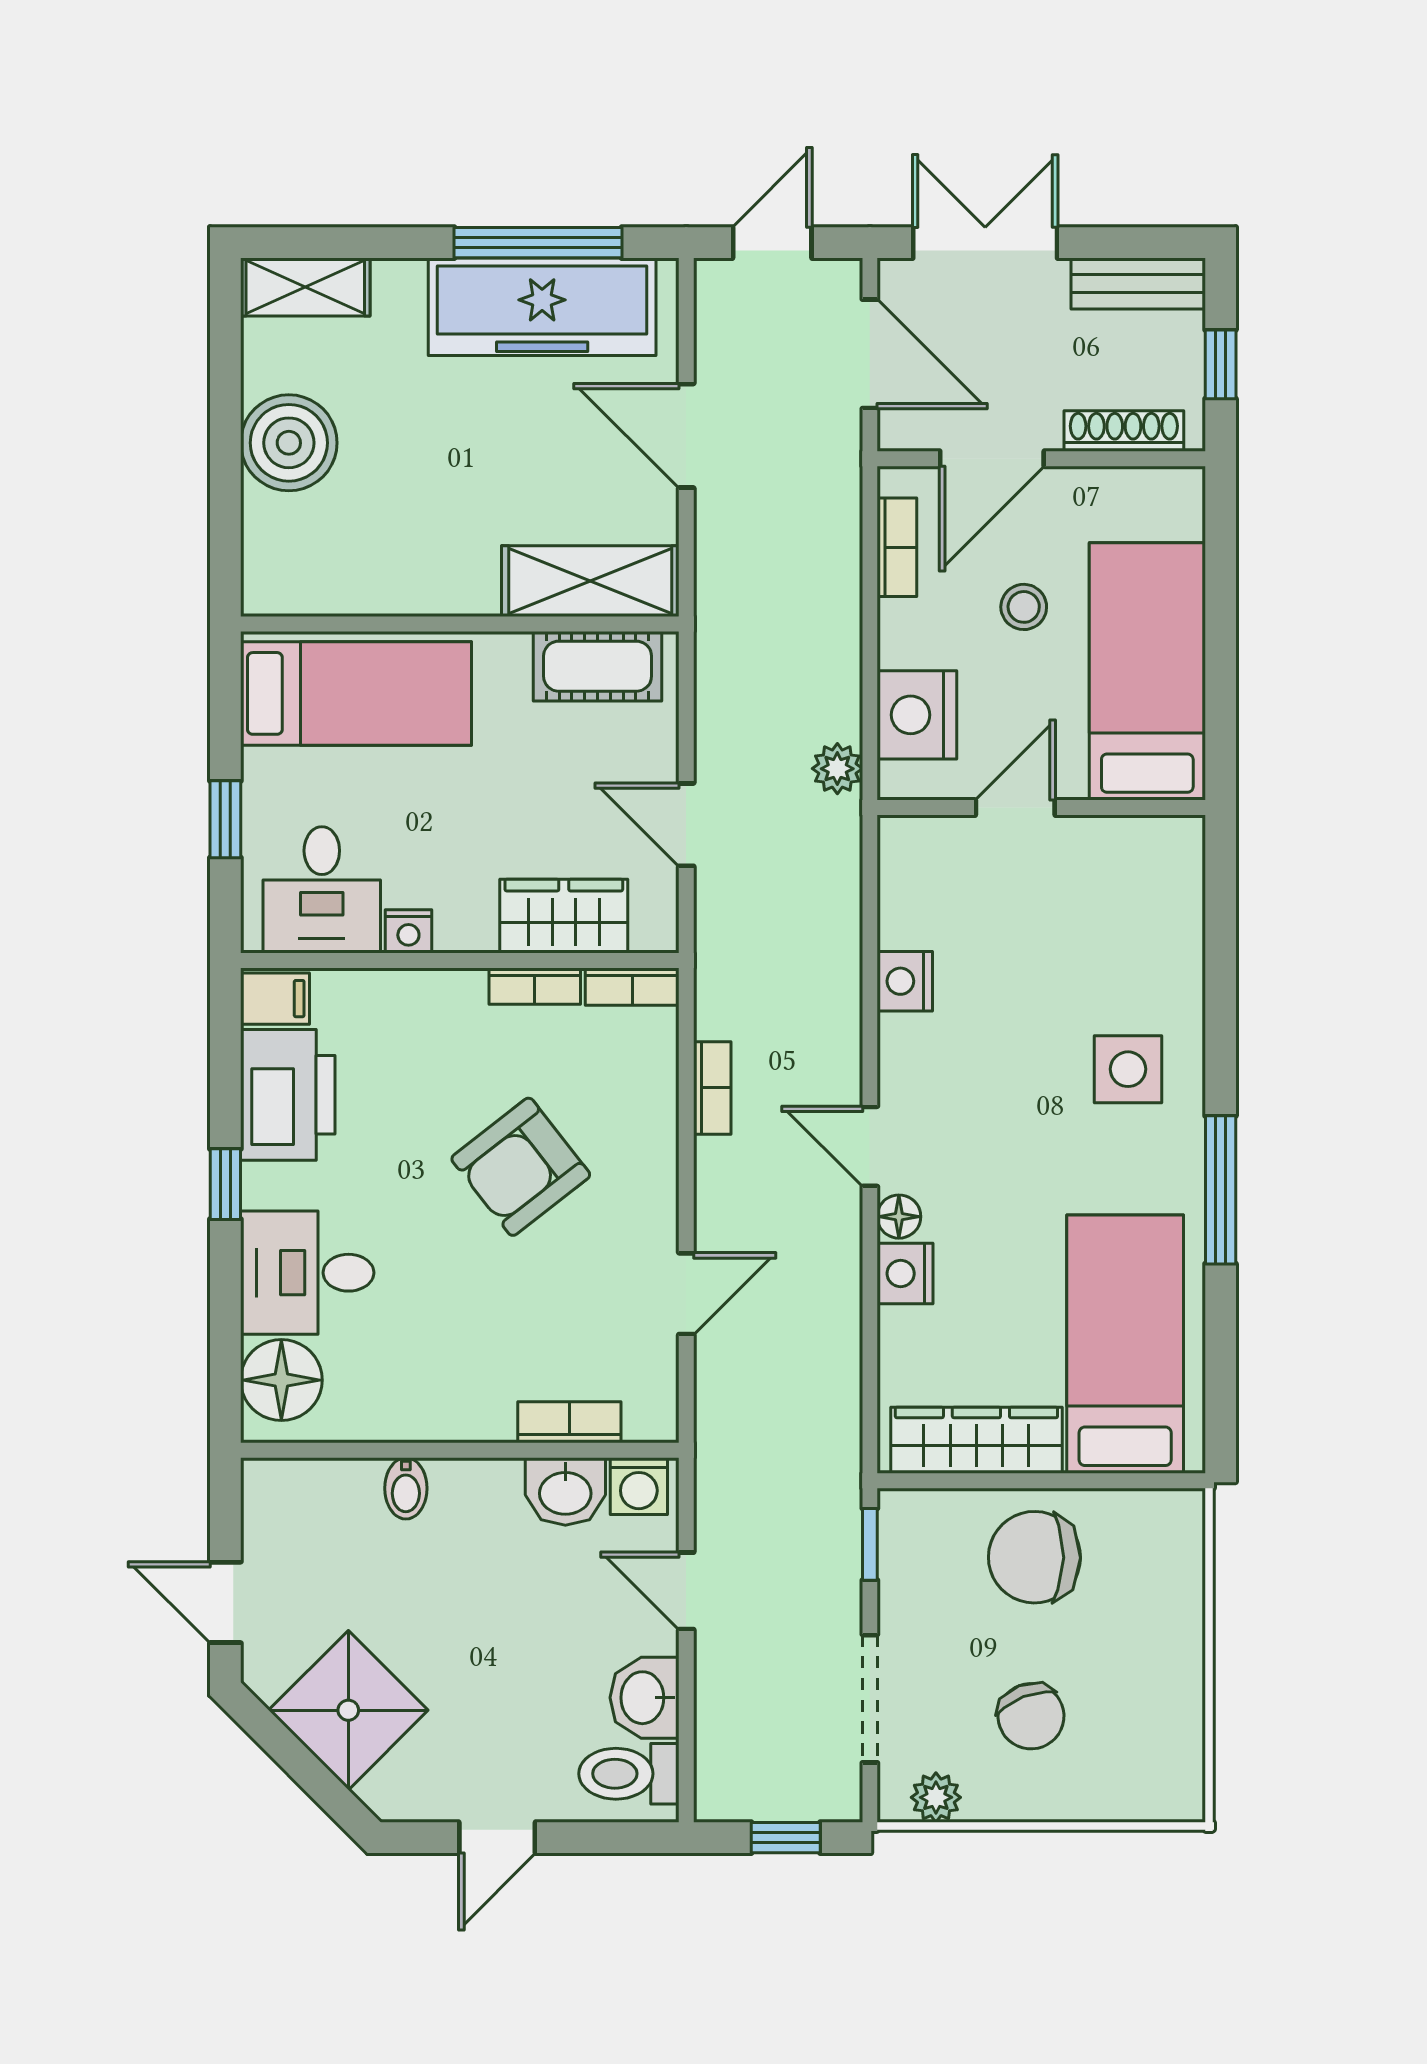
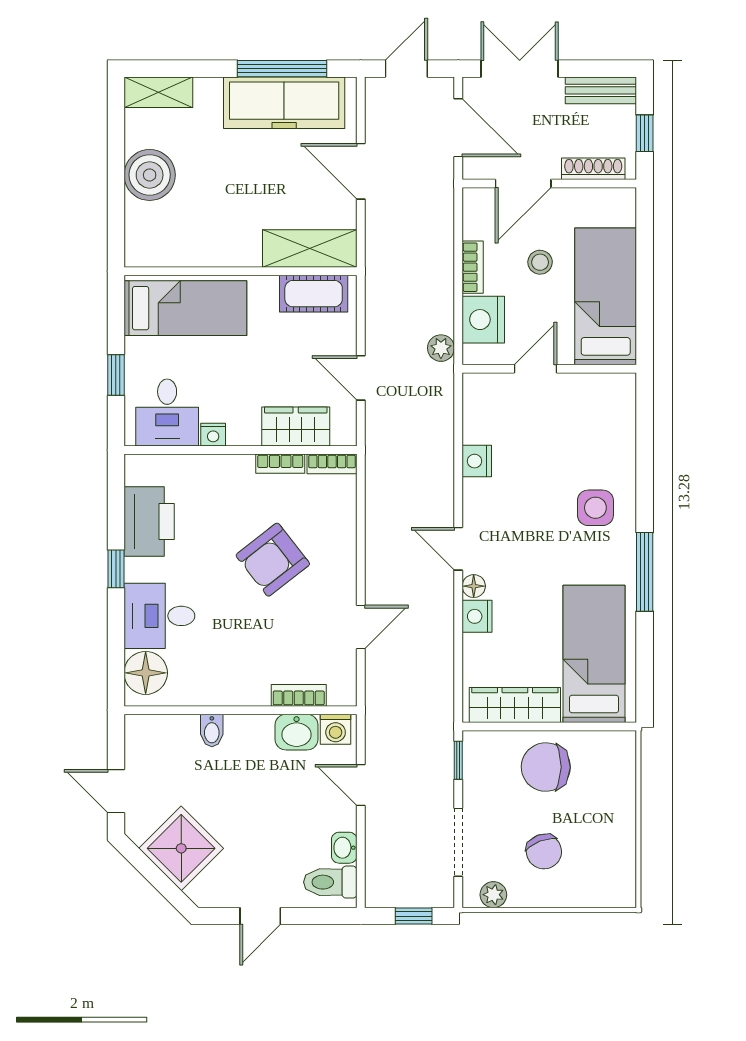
bookcase: (897, 547) -> (473, 267), moved
filing cabinet: (275, 999) -> (142, 470), removed
bookcase: (712, 1088) -> (375, 518), removed
washbasin: (644, 1698) -> (344, 848), width x0.72, depth x0.69

